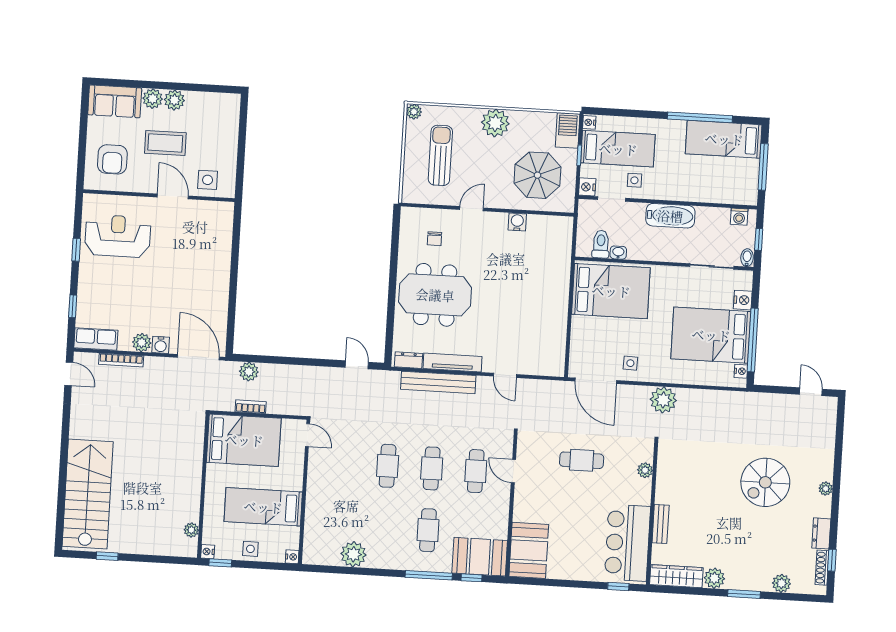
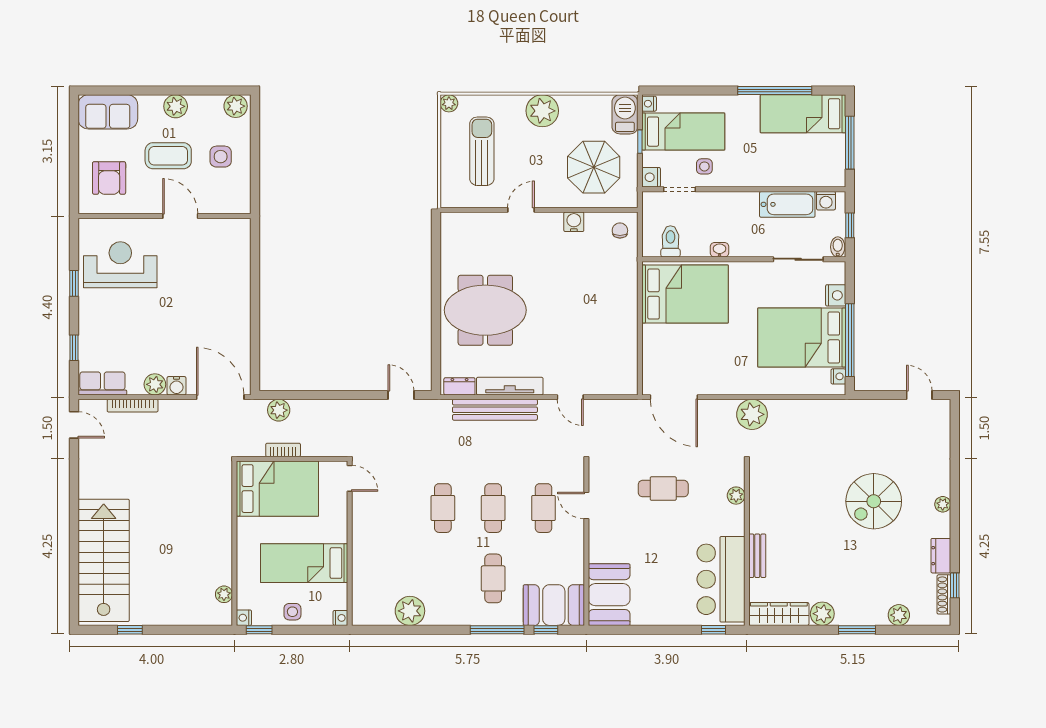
plant: (153, 99) -> (236, 106), moved
side table: (208, 180) -> (221, 157), moved
bathtub: (670, 216) -> (787, 204), moved
chair: (435, 239) -> (620, 230), moved, turned 180
washbasin: (618, 253) -> (720, 250), moved
side table: (630, 363) -> (712, 375), removed

